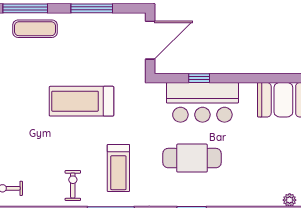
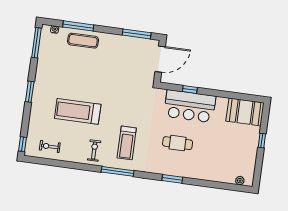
window: (92, 8) -> (137, 34), moved
treadmill: (81, 101) -> (78, 111), moved
cafe table: (192, 158) -> (178, 143), width x0.73, depth x0.74

